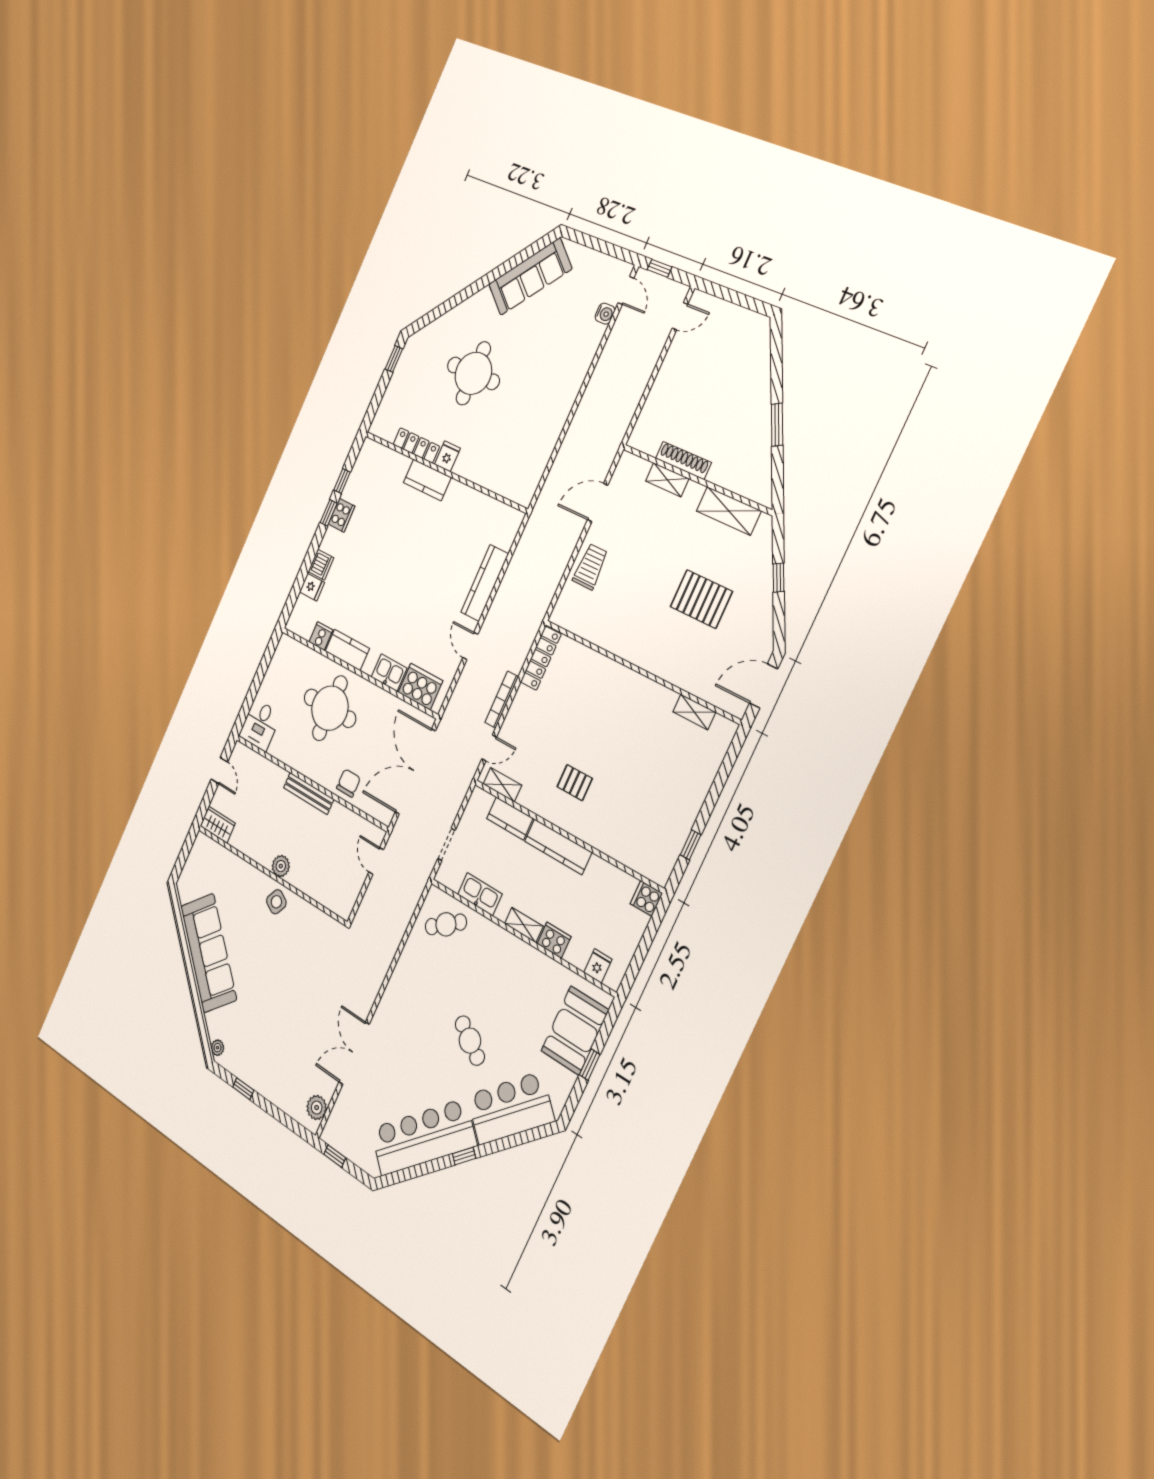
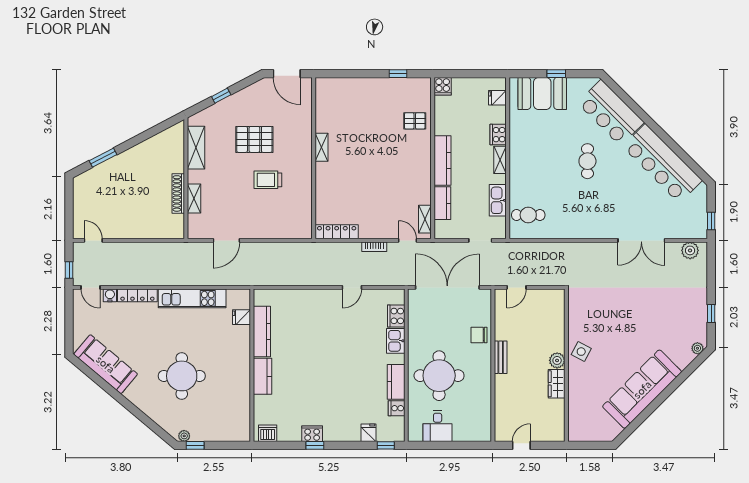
door: (626, 290) -> (91, 287), swing flipped
plant: (409, 349) -> (184, 436), added
kitchen unit: (552, 425) -> (192, 298), added
window: (777, 425) -> (103, 158), moved
locker: (416, 445) -> (137, 295), moved, turned -90
fridge: (447, 456) -> (242, 317), moved
window: (342, 481) -> (386, 445), moved
door: (598, 502) -> (226, 240), hinge flipped
dishwasher: (321, 565) -> (268, 433), moved
trolley: (590, 567) -> (268, 180), moved
kitchen counter: (485, 583) -> (262, 331), moved, turned -90
pallet: (701, 599) -> (254, 139), turned 90
cooker: (420, 687) -> (396, 316), width x0.73, depth x0.76
bookcase: (502, 700) -> (374, 247), width x0.64
shelving: (694, 712) -> (321, 147), moved
desk: (260, 725) -> (438, 426), moved, turned 90
double door: (415, 772) -> (447, 287), swing flipped
pallet: (575, 783) -> (415, 121), moved, turned 90
bench: (309, 793) -> (501, 357), width x0.73
wardrobe: (218, 825) -> (557, 384), moved
cafe table: (446, 924) -> (528, 215), turned -55
cafe table: (470, 1041) -> (587, 161), turned -34
window: (464, 1156) -> (657, 129), removed

